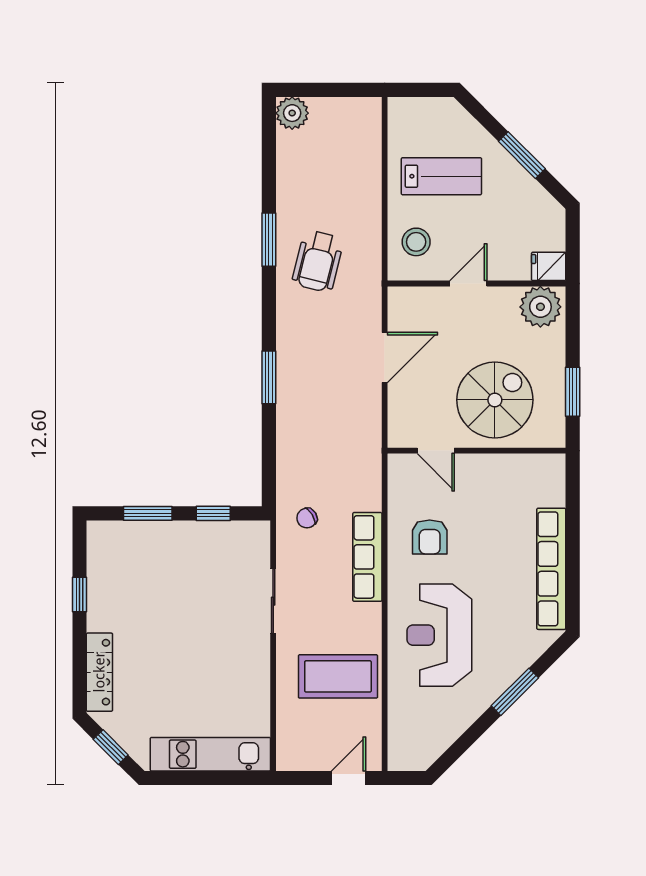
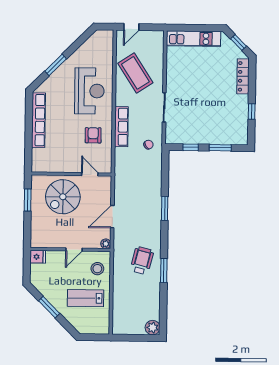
plant: (540, 307) -> (106, 244), moved, width x0.53, depth x0.53
coffee table: (338, 676) -> (135, 73), turned 57

